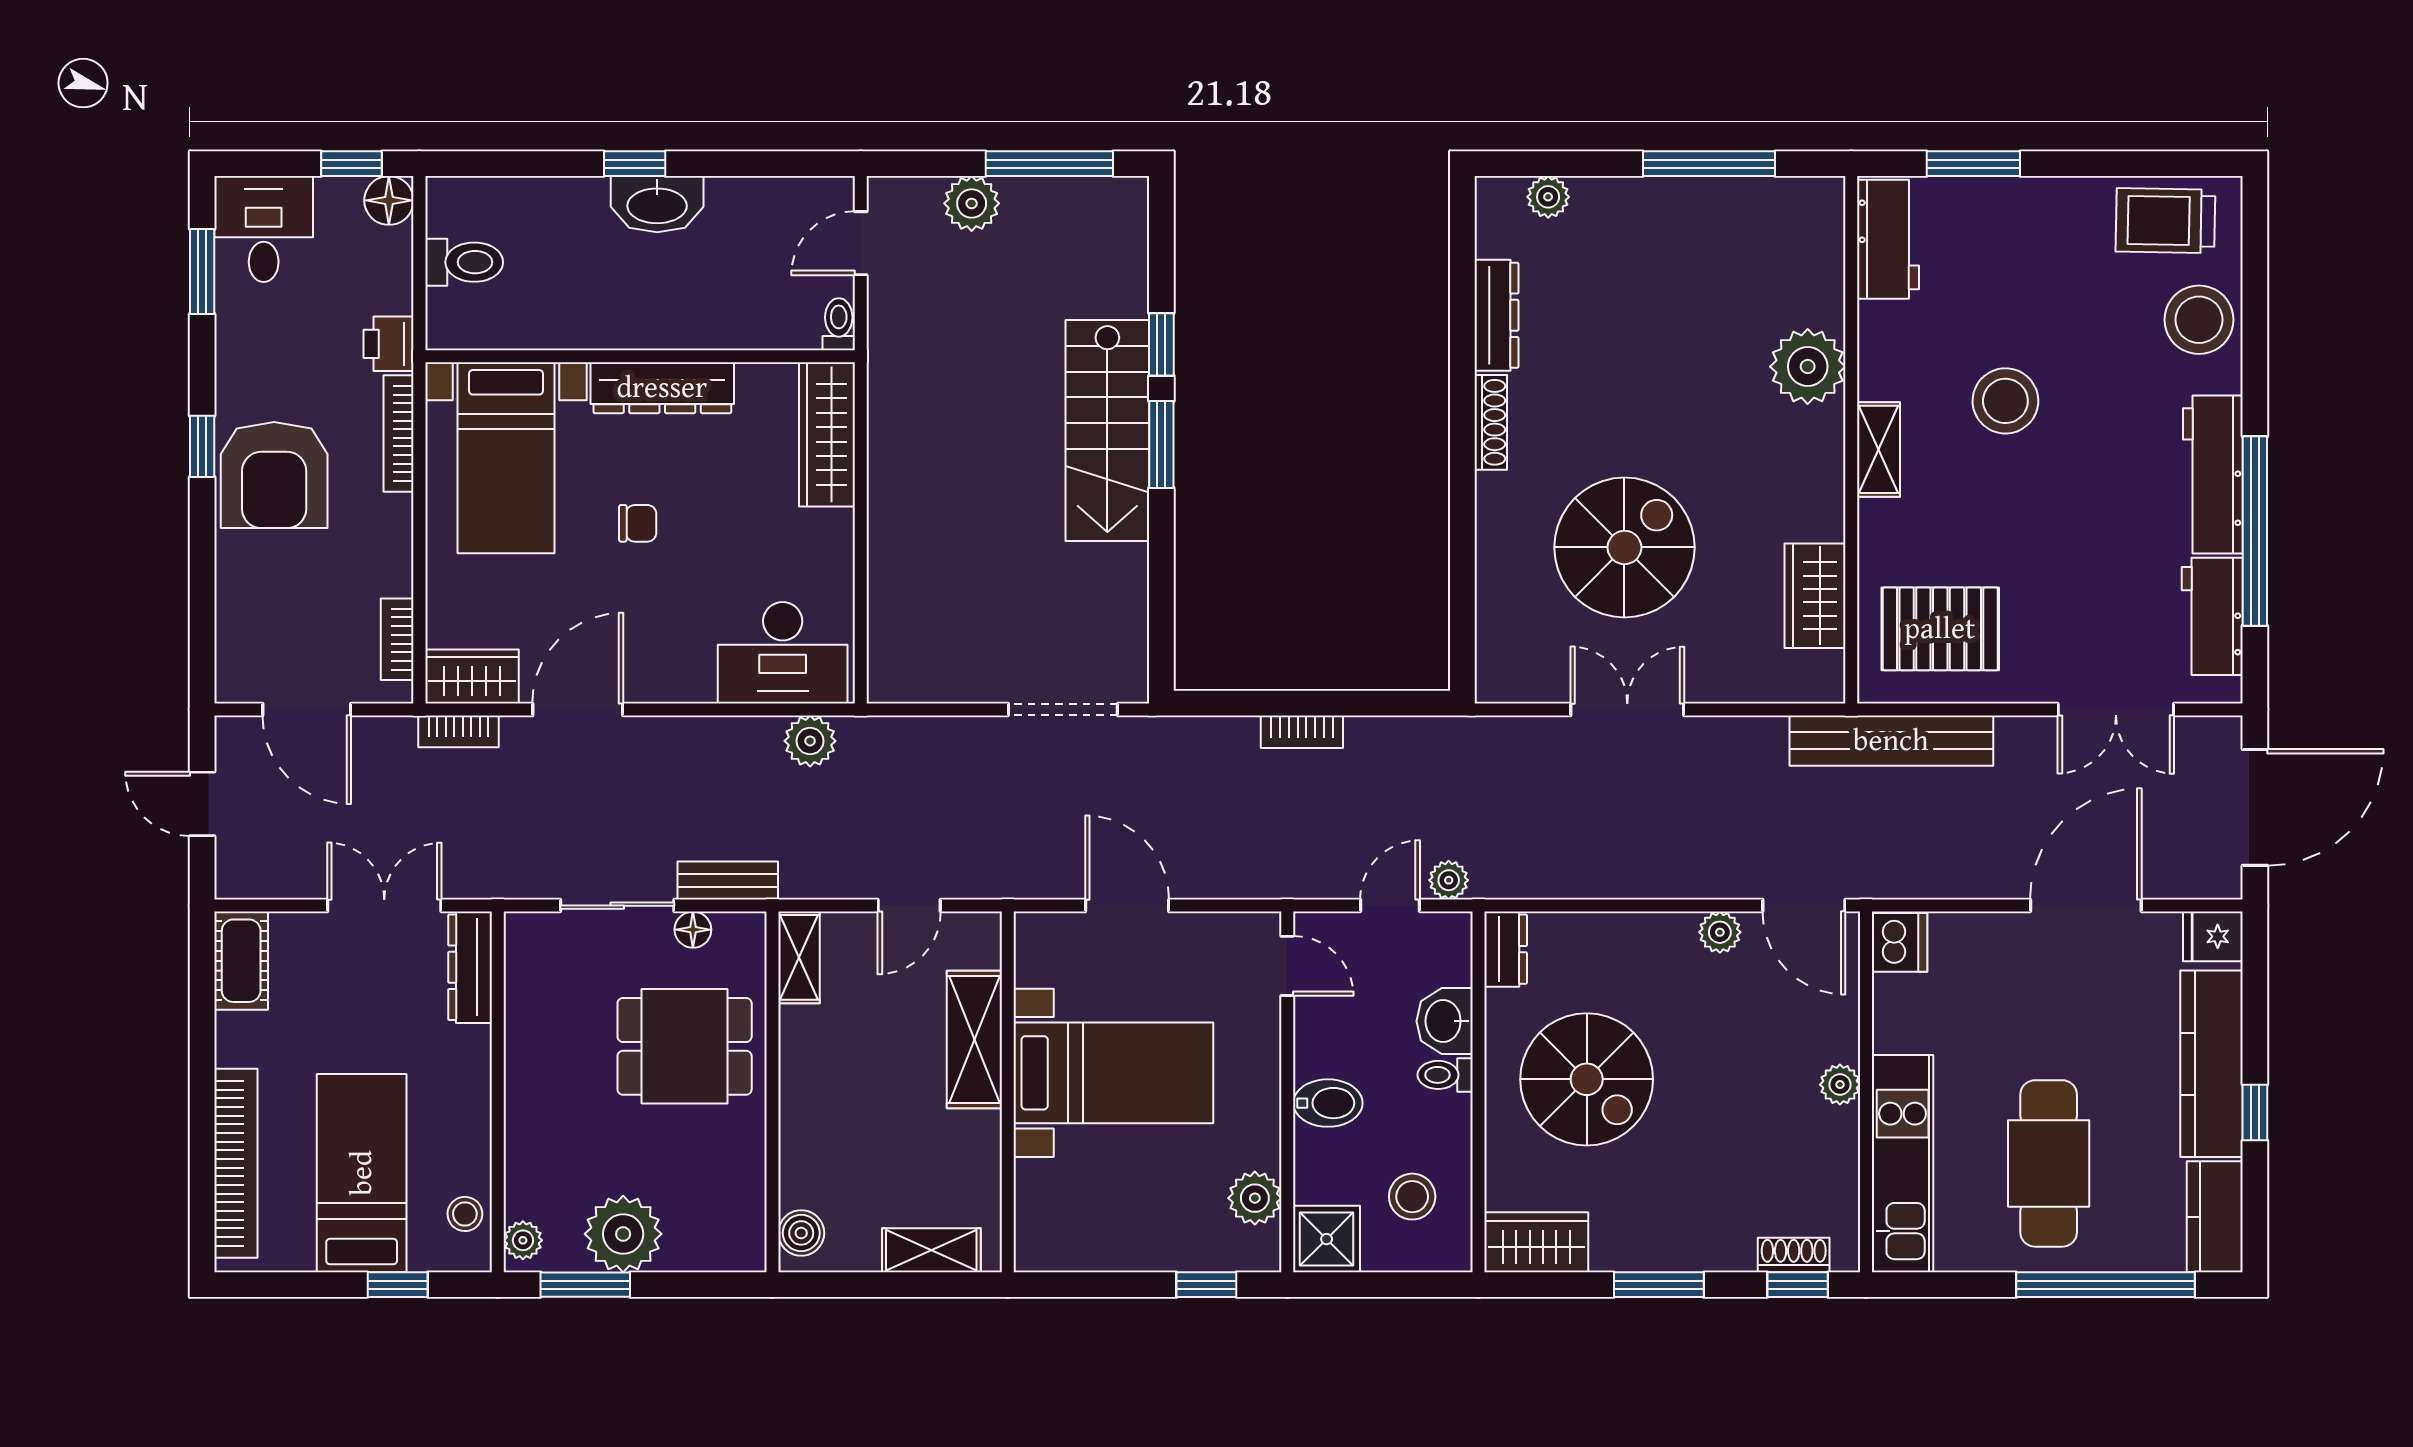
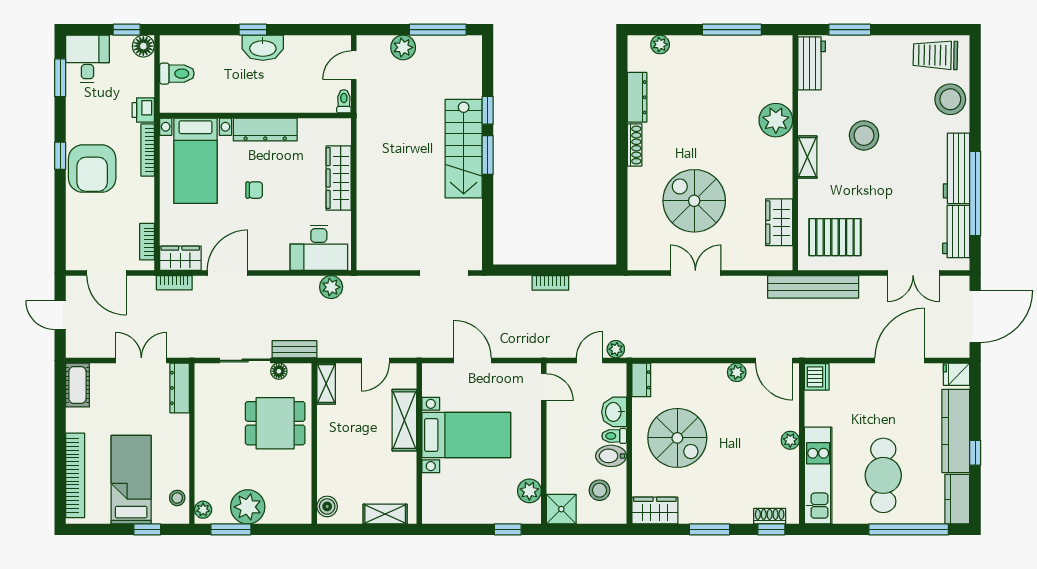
wardrobe: (827, 434) -> (339, 178), moved
spiral stairs: (1624, 547) -> (694, 201), turned -90
bidet: (1328, 1103) -> (611, 456), moved, turned 180

